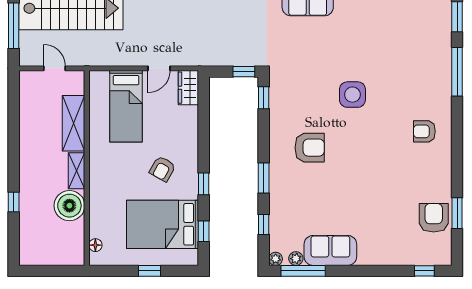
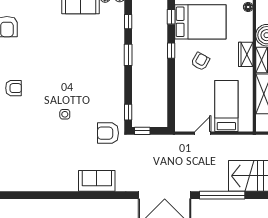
wardrobe: (188, 88) -> (246, 54), moved, turned 180
side table: (352, 95) -> (65, 114), width x0.54, depth x0.54
armchair: (310, 148) -> (108, 133), moved

